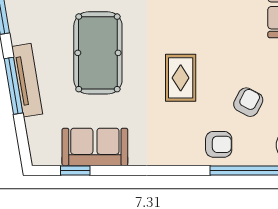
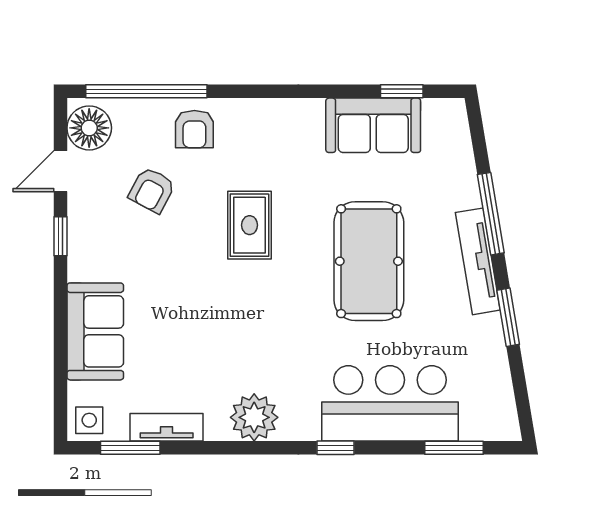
tv unit: (27, 80) -> (478, 261), moved
armchair: (219, 144) -> (194, 129), turned -90

